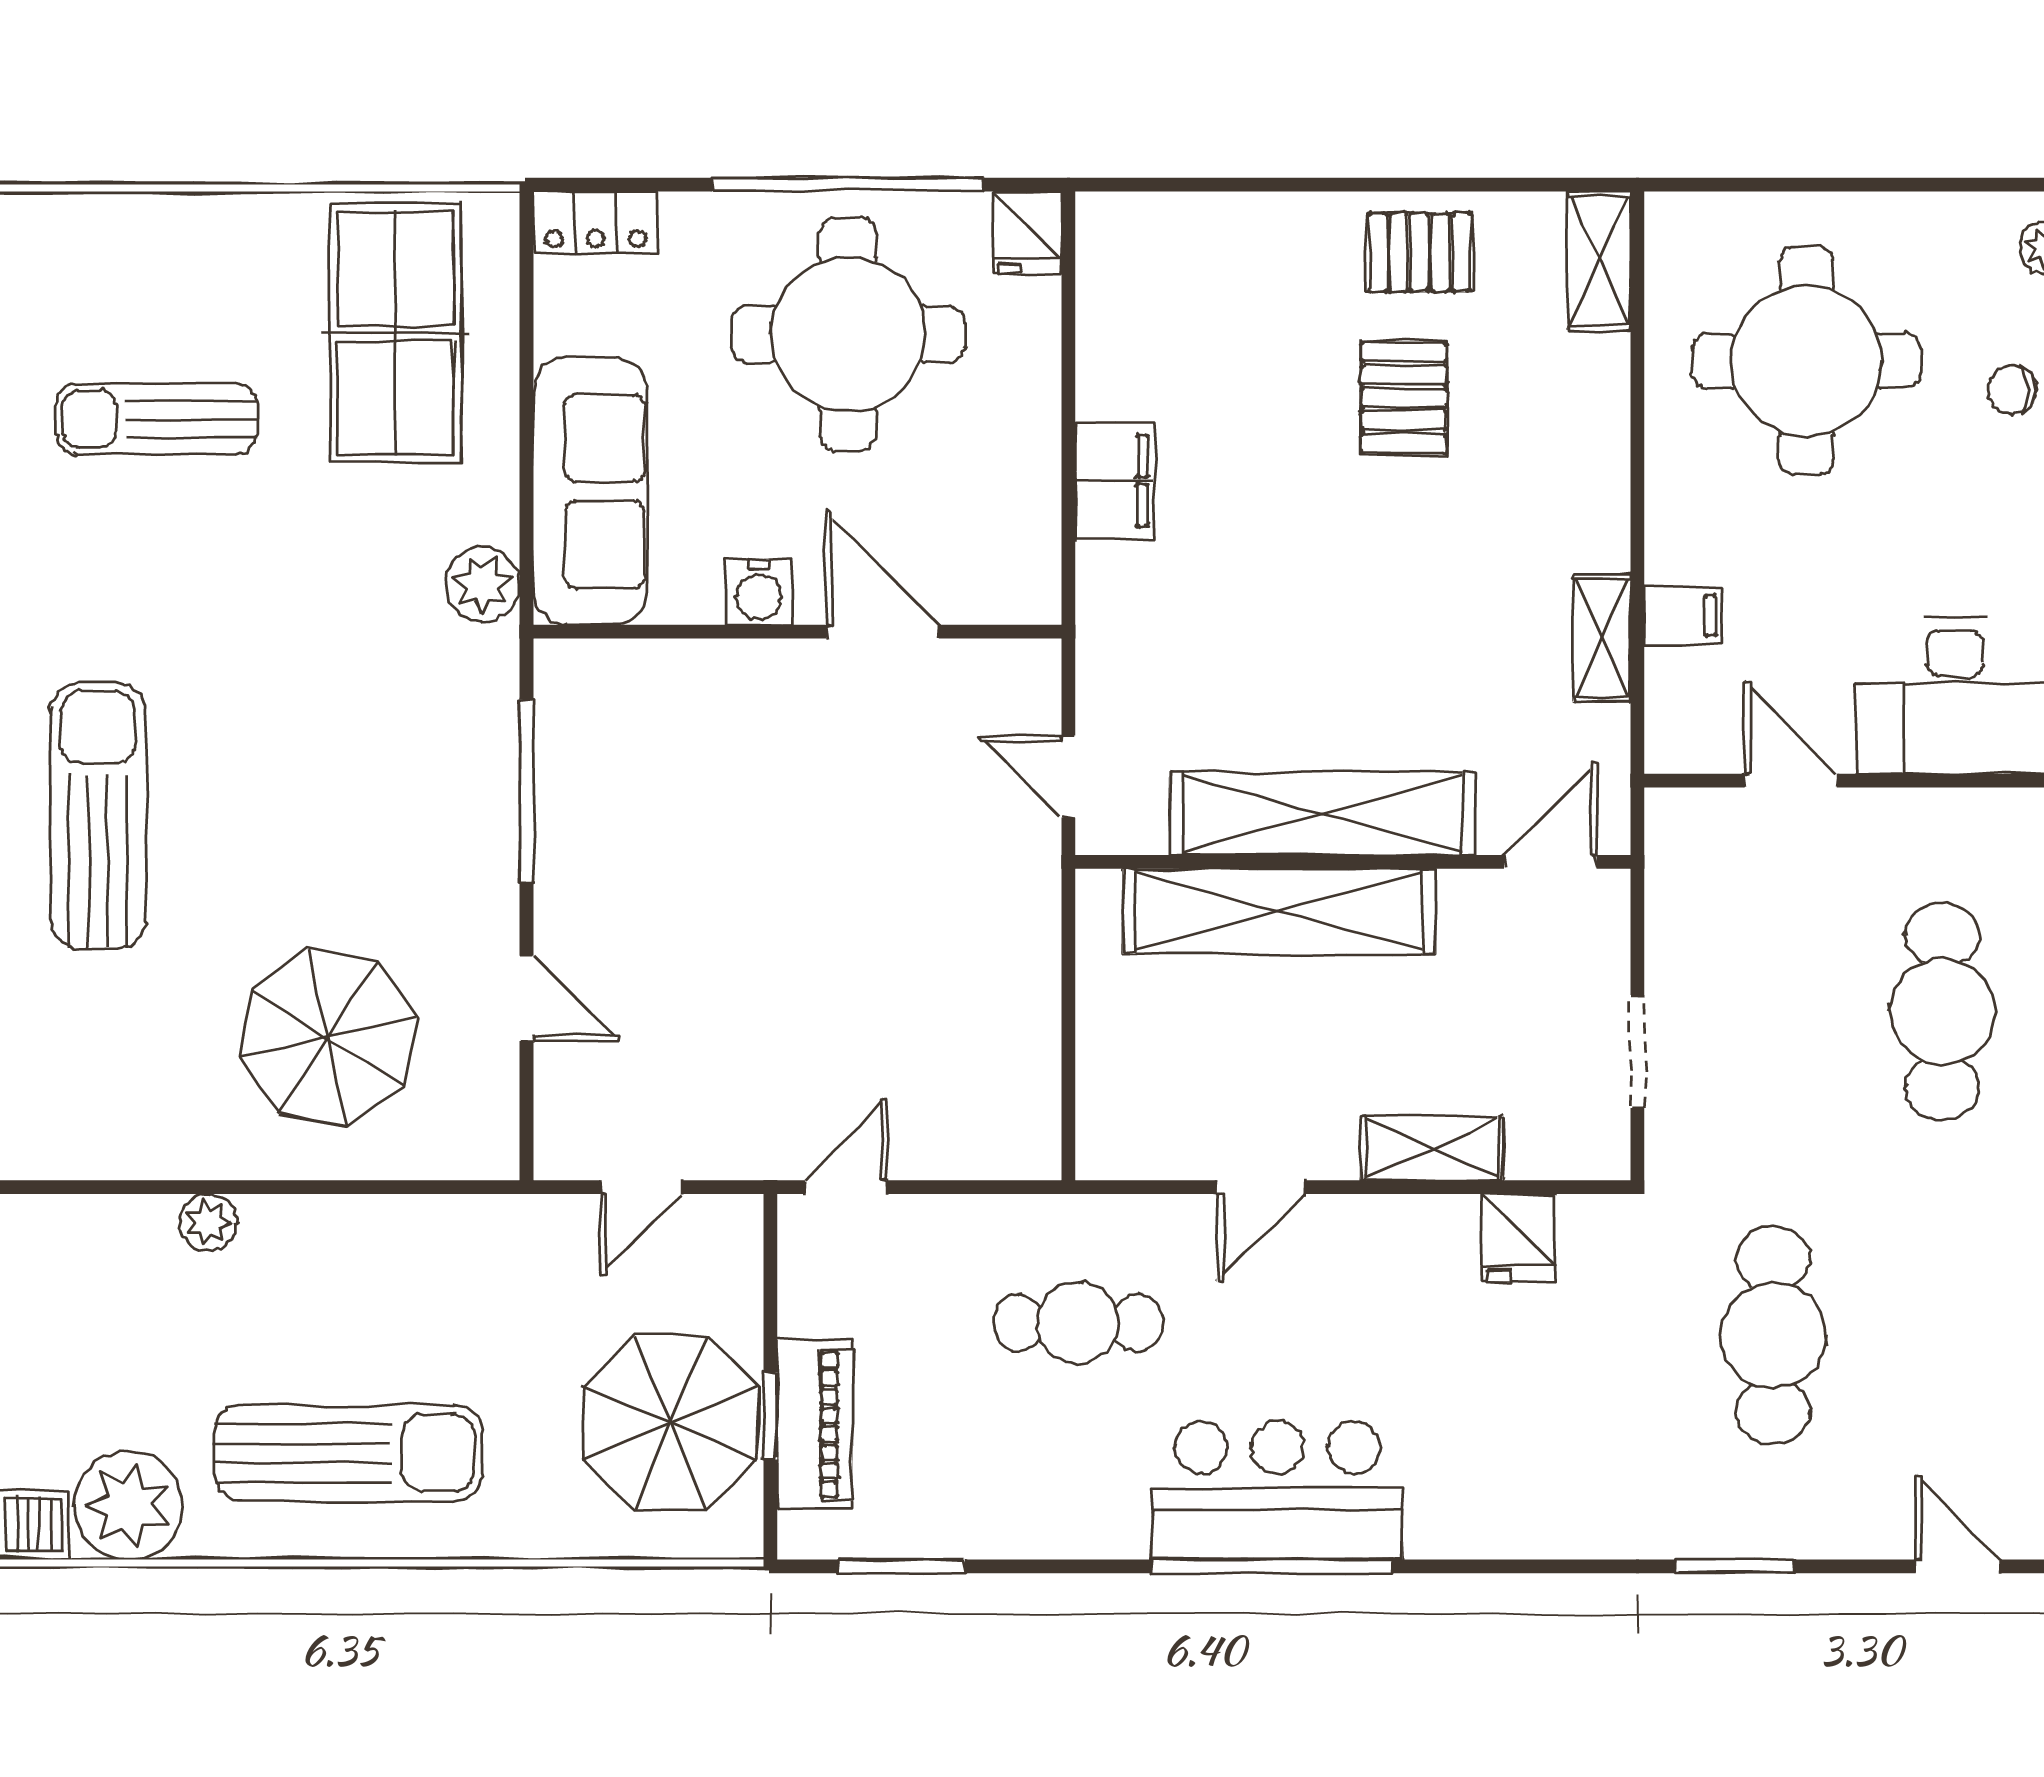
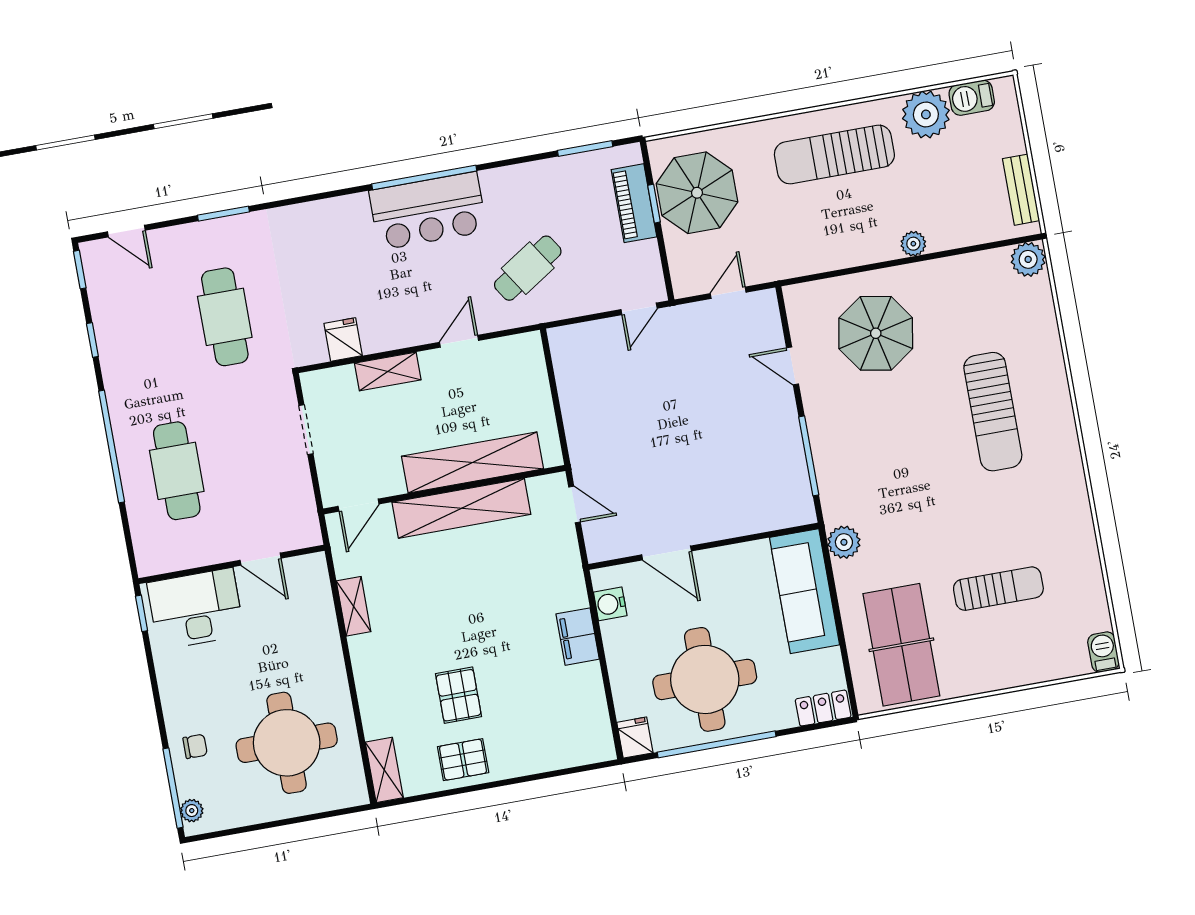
water cooler: (759, 592) -> (610, 604), moved, turned -90
filing cabinet: (1683, 616) -> (320, 622), removed
cafe table: (1078, 1323) -> (528, 268), turned -33

